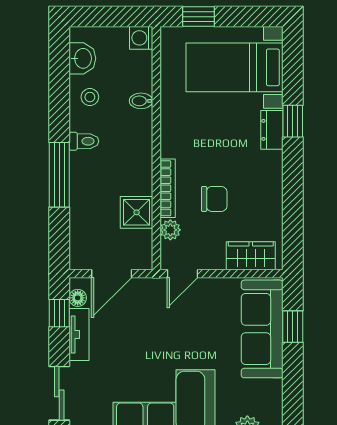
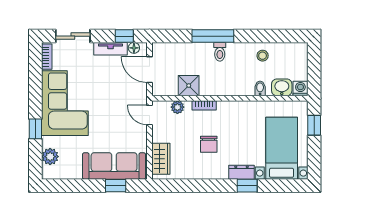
washbasin: (82, 58) -> (282, 87), moved, turned 180
toilet: (84, 141) -> (220, 52), moved
bookcase: (168, 188) -> (204, 105), width x0.64
chair: (214, 199) -> (209, 144), moved

